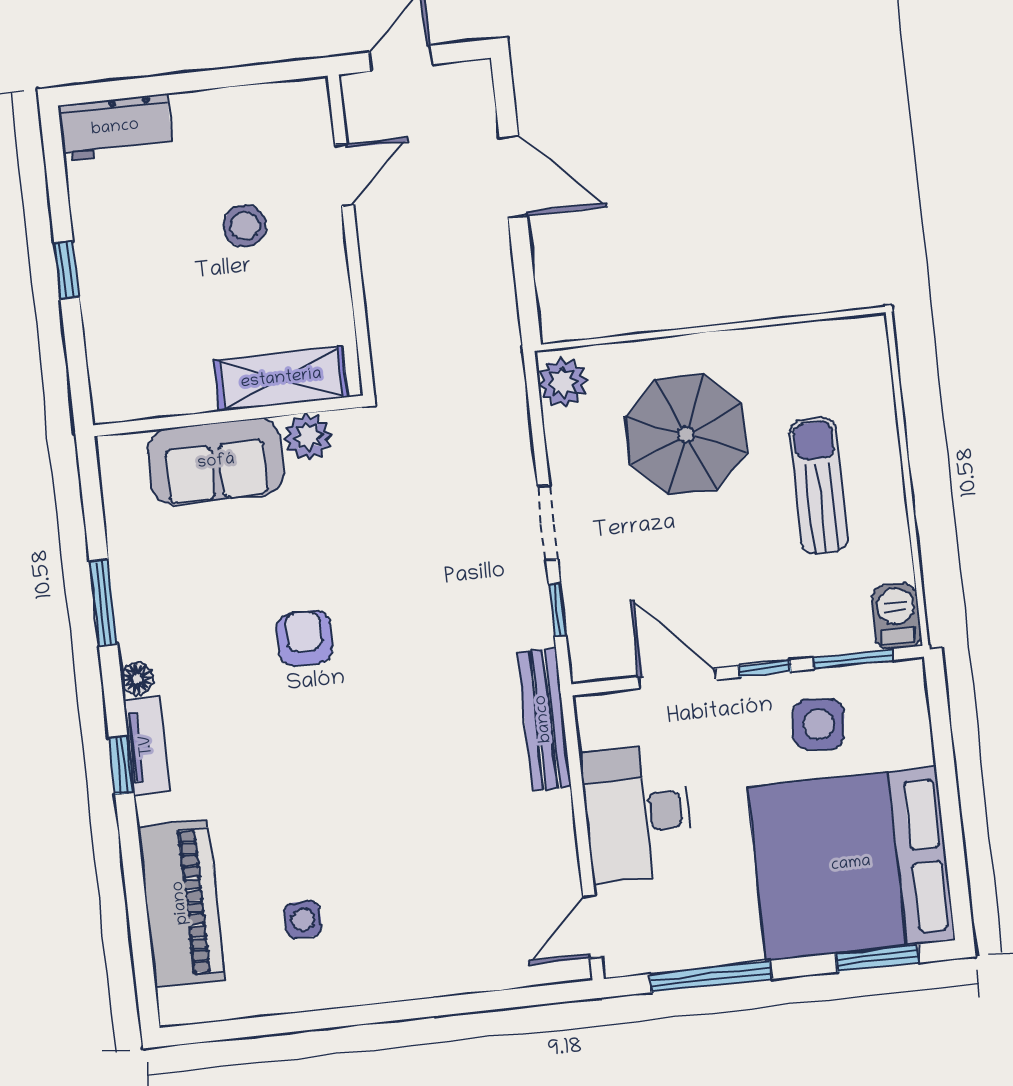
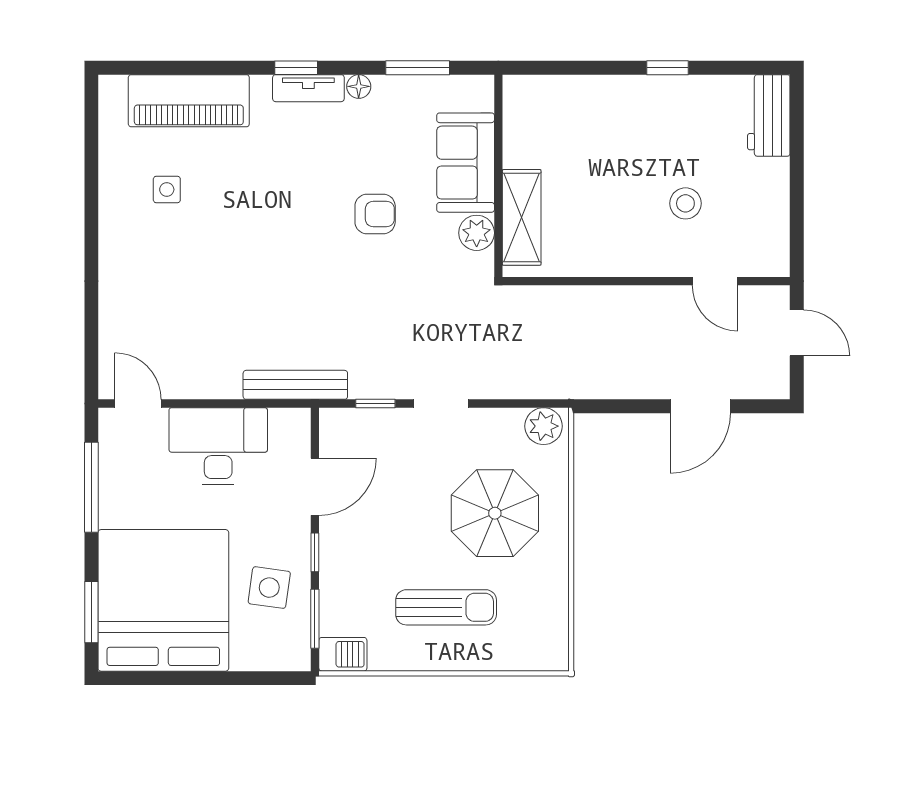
shelving: (281, 379) -> (522, 217), moved
wall: (229, 416) -> (498, 176), moved
plant: (308, 437) -> (477, 233), moved
sofa: (216, 462) -> (466, 163), moved

